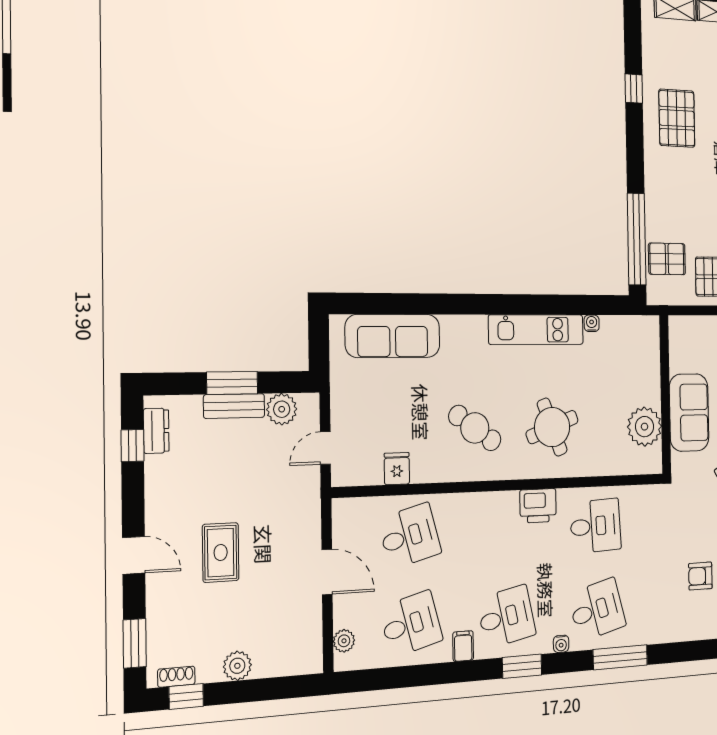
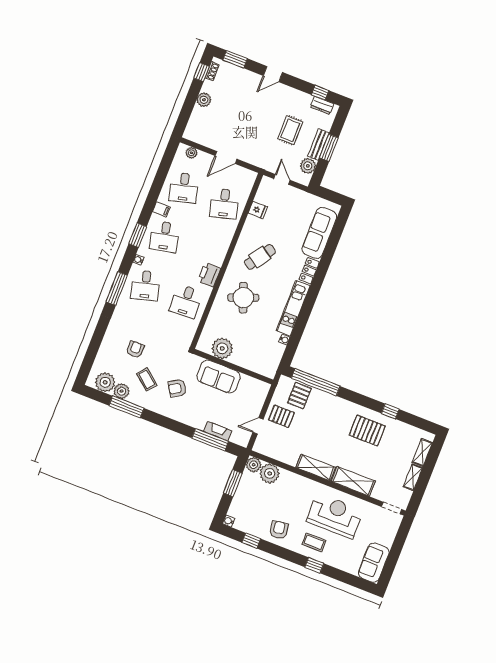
locker: (464, 327) -> (309, 271), added
rug: (221, 552) -> (290, 130), moved, turned 90

